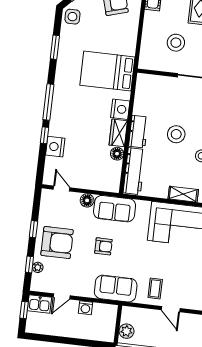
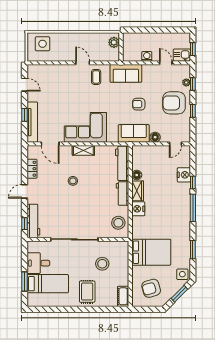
bed: (107, 71) -> (151, 252), moved
stool: (176, 134) -> (118, 223), moved
door: (61, 189) -> (175, 144), hinge flipped
door: (62, 296) -> (166, 63), hinge flipped

